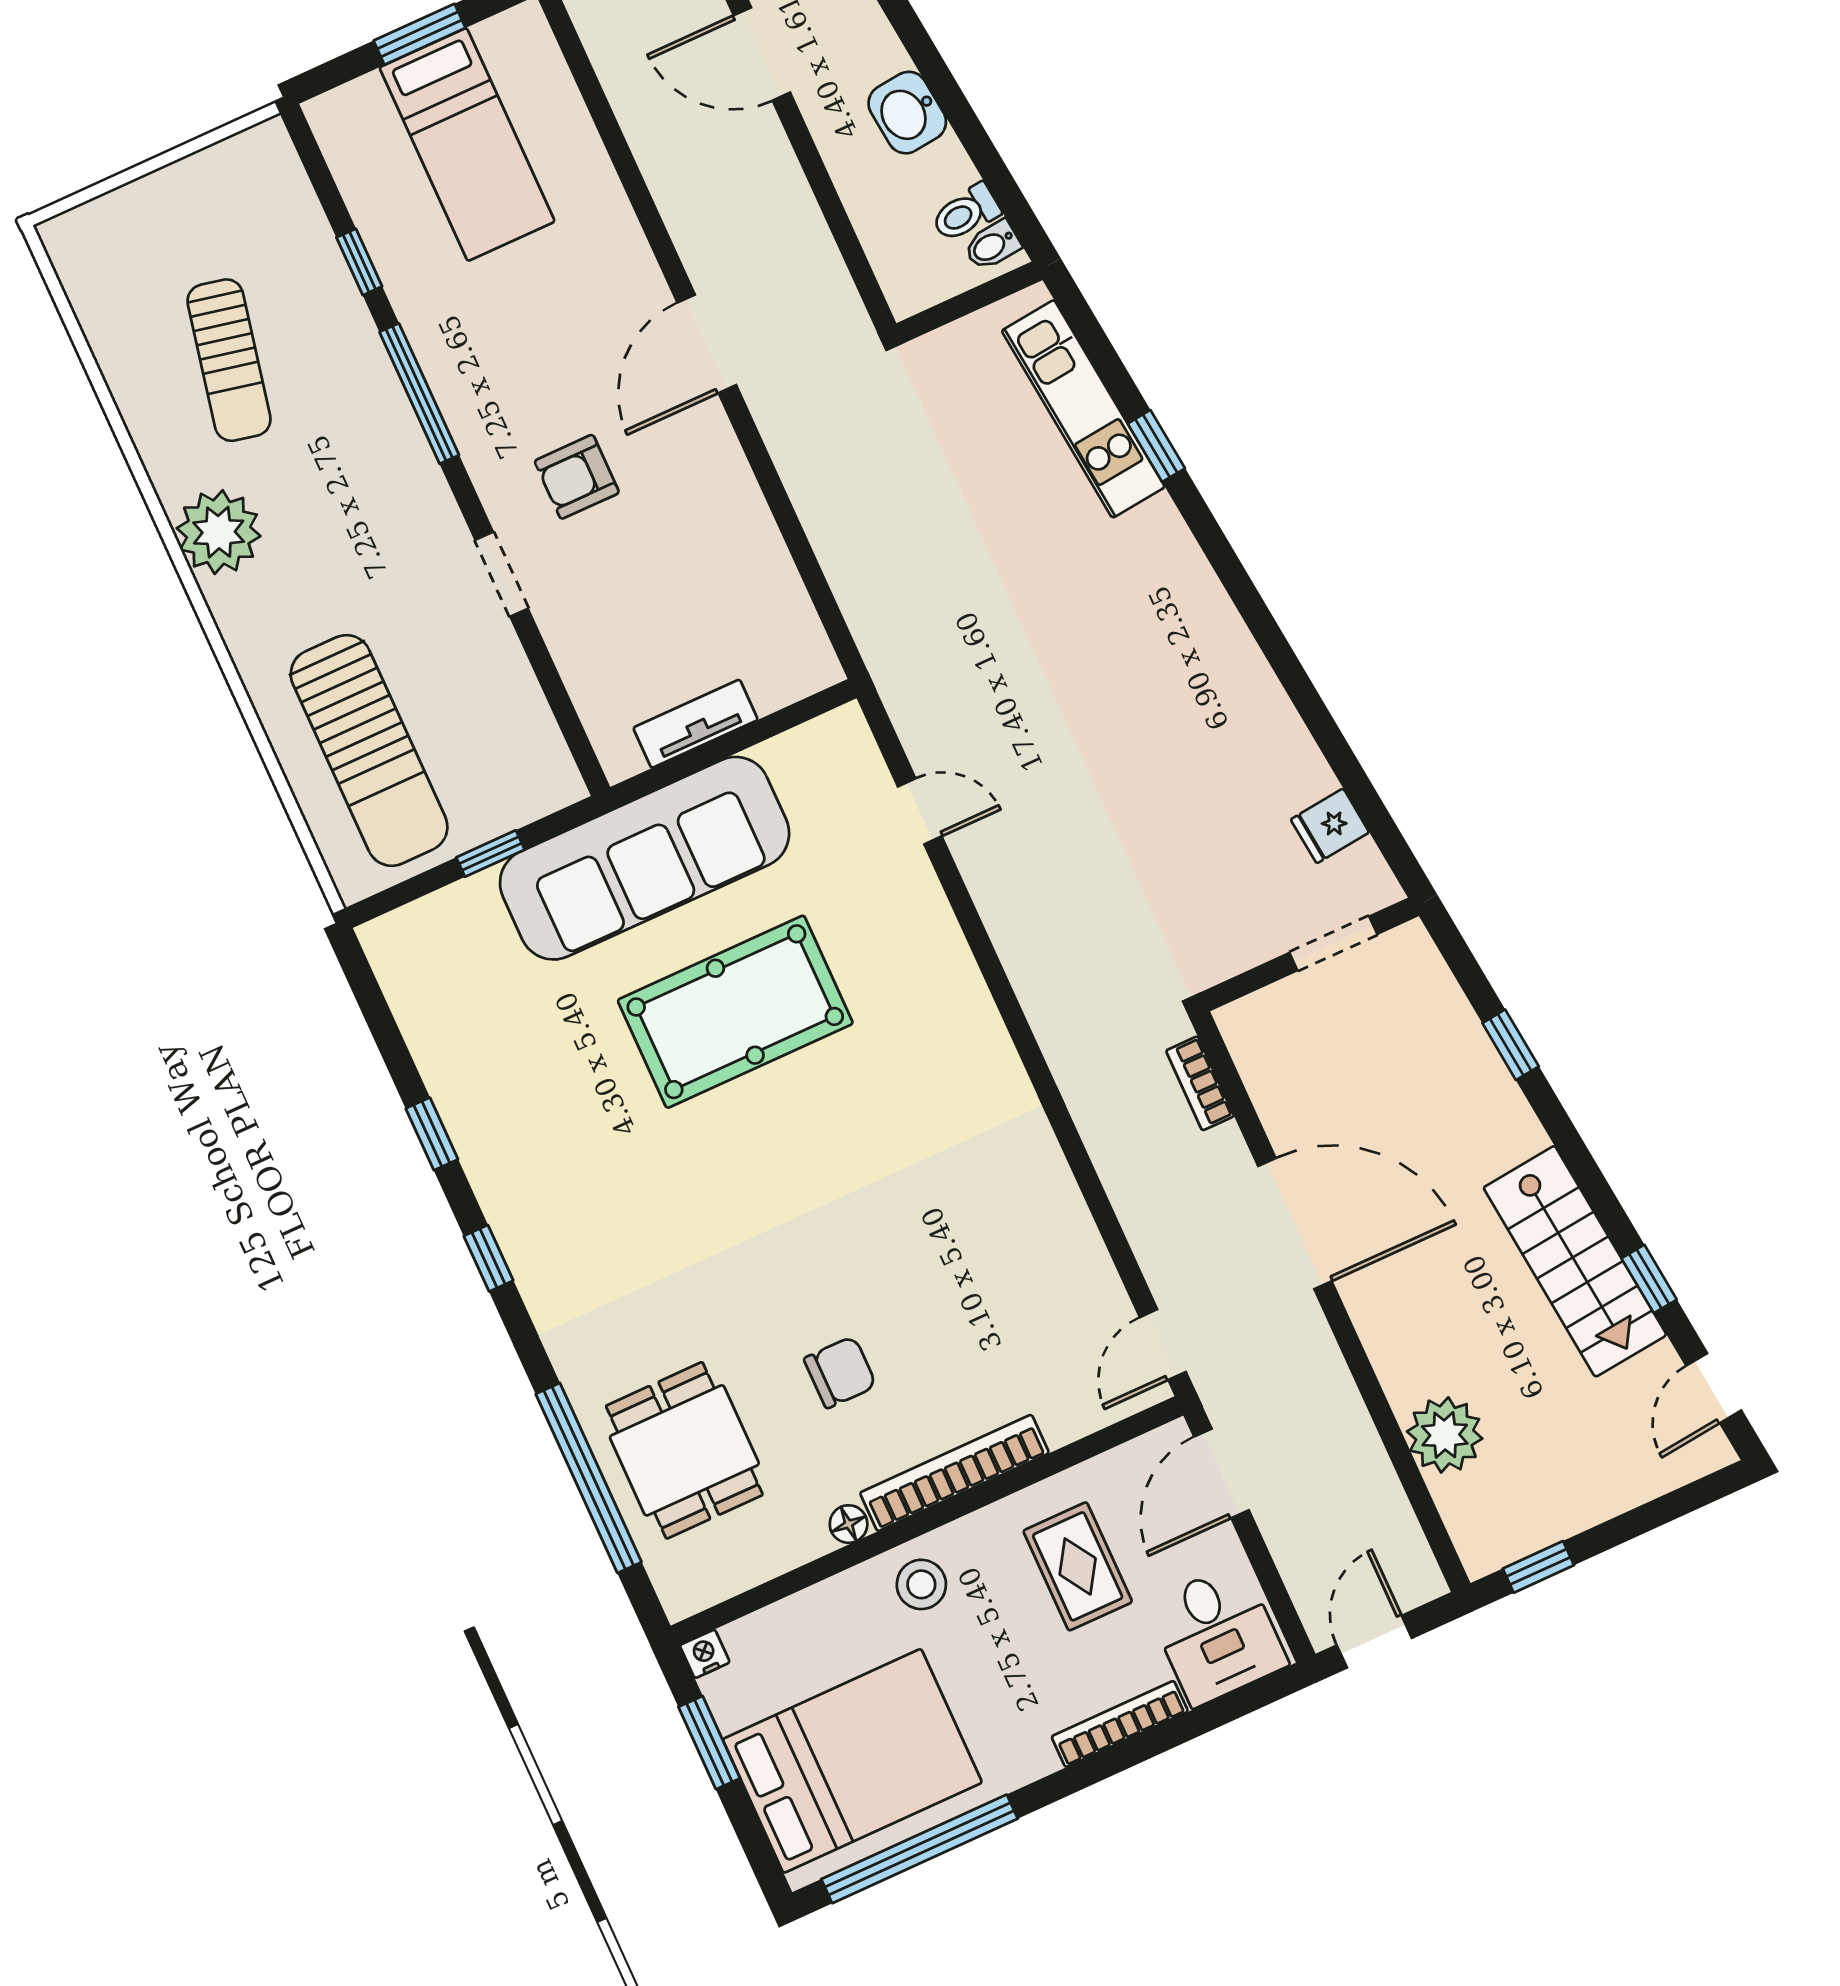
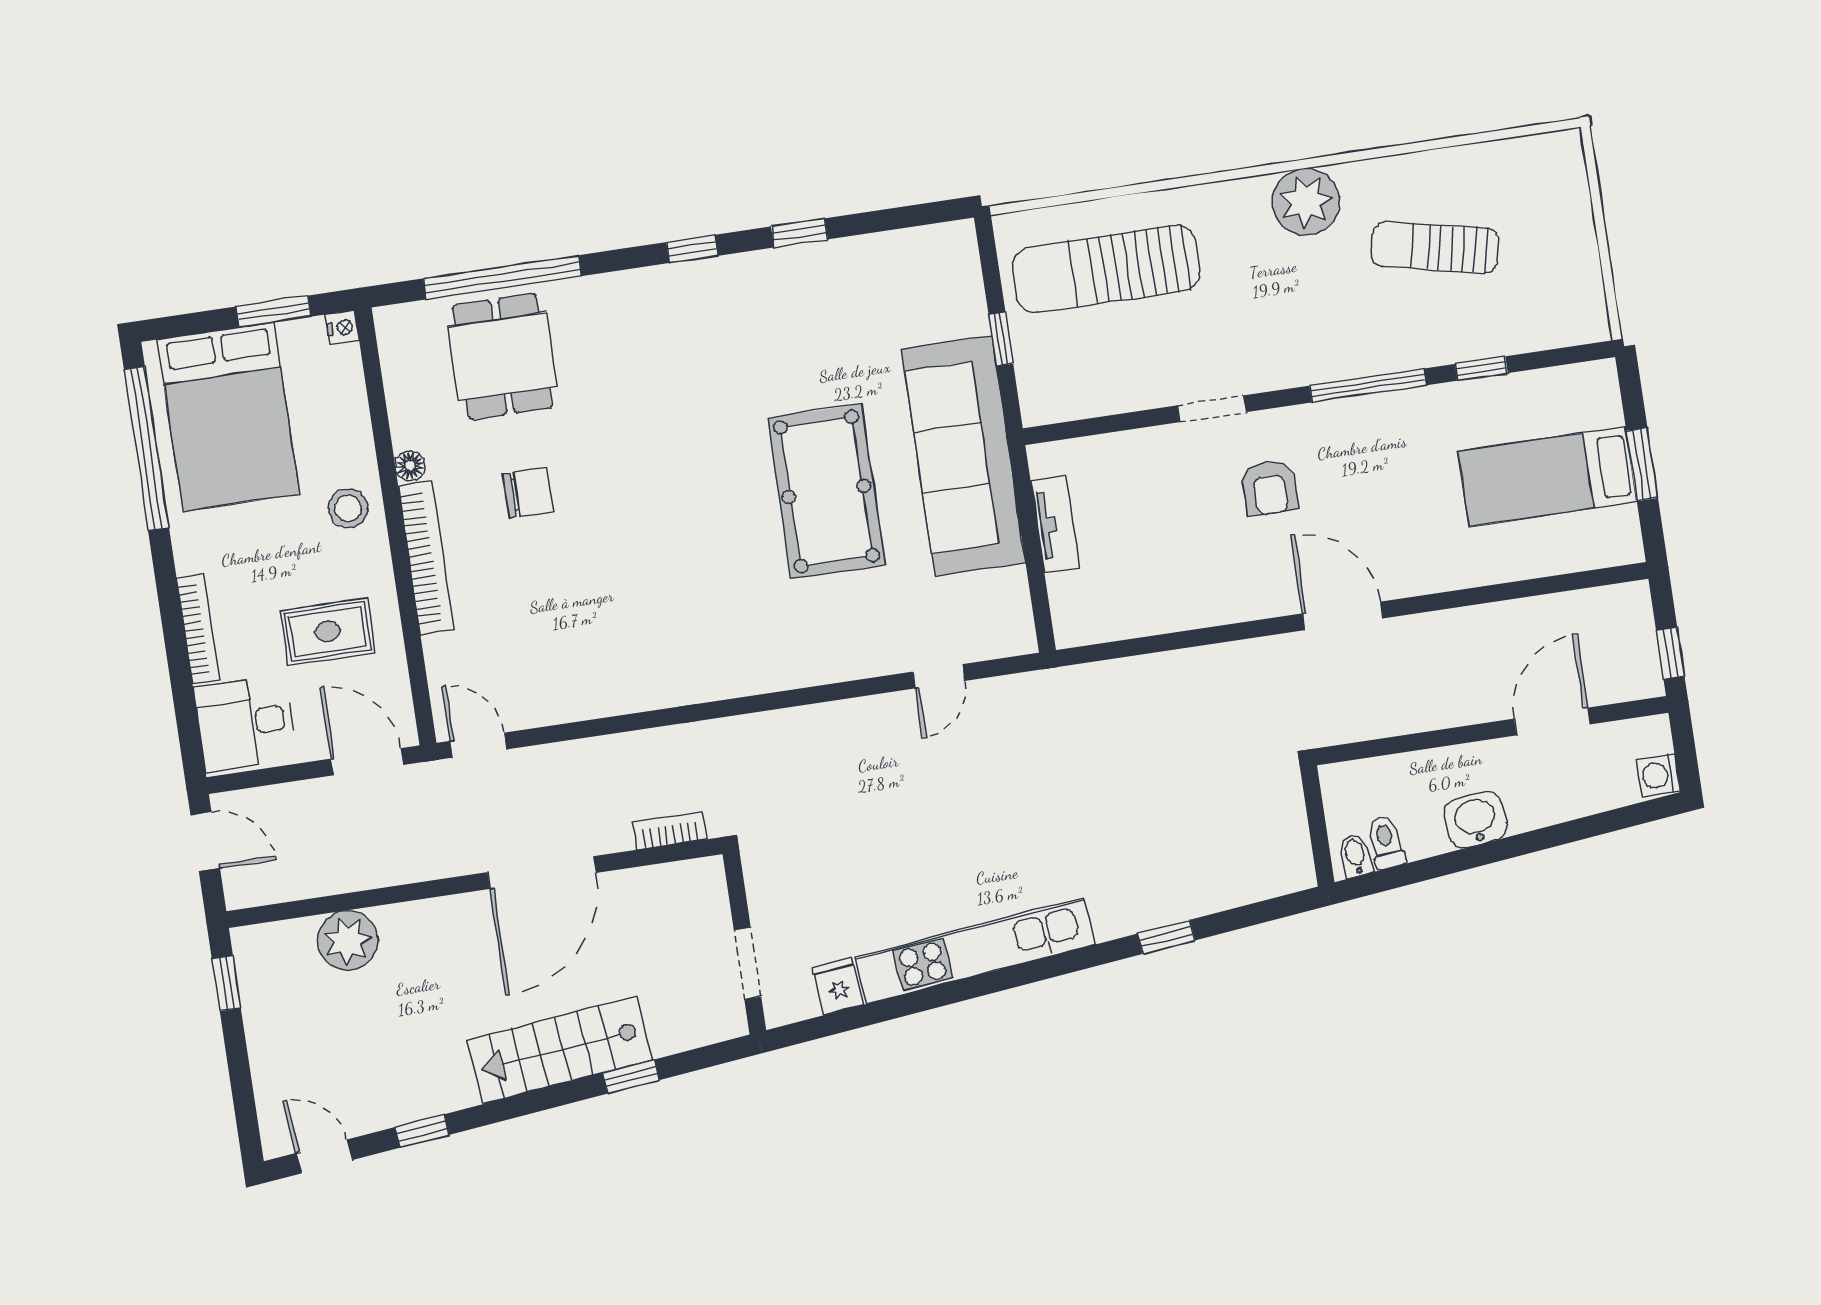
kitchen unit: (1083, 409) -> (975, 951), moved, width x1.36
armchair: (577, 477) -> (1270, 488), turned 180
stairs: (1575, 1261) -> (560, 1050), moved
chair: (840, 1372) -> (528, 493), turned -90
dining table: (684, 1450) -> (502, 356), turned 90

